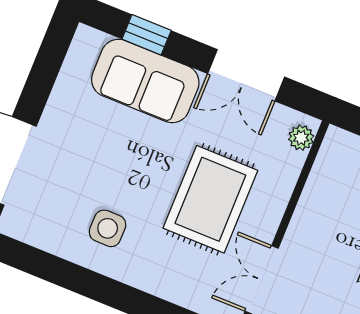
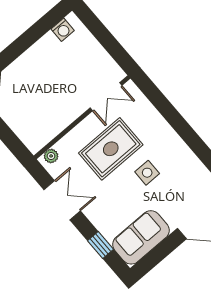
sofa: (145, 81) -> (141, 237), moved, turned -90
side table: (108, 228) -> (147, 173), moved

